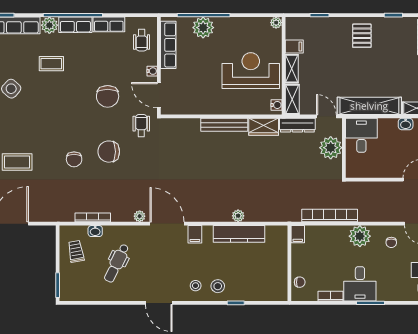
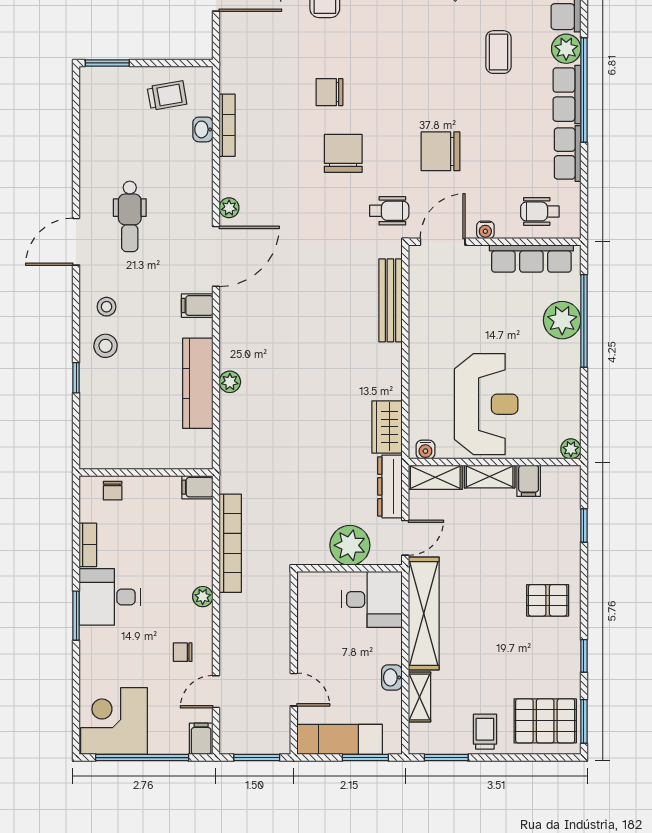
bench: (224, 125) -> (390, 300), moved
plant: (360, 236) -> (203, 597), width x0.53, depth x0.53
dental chair: (117, 263) -> (130, 216), moved, turned -116

